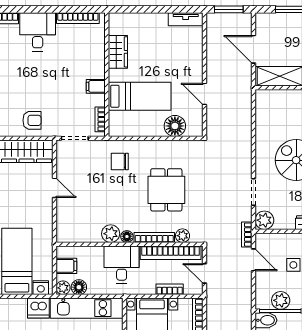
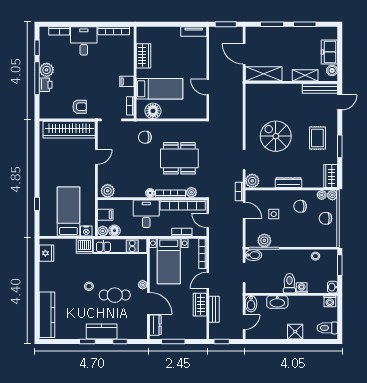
floor lamp: (175, 126) -> (153, 111), moved
door: (55, 188) -> (96, 157), hinge flipped
dining table: (166, 190) -> (179, 158), width x1.38
plant: (111, 234) -> (108, 191), moved

